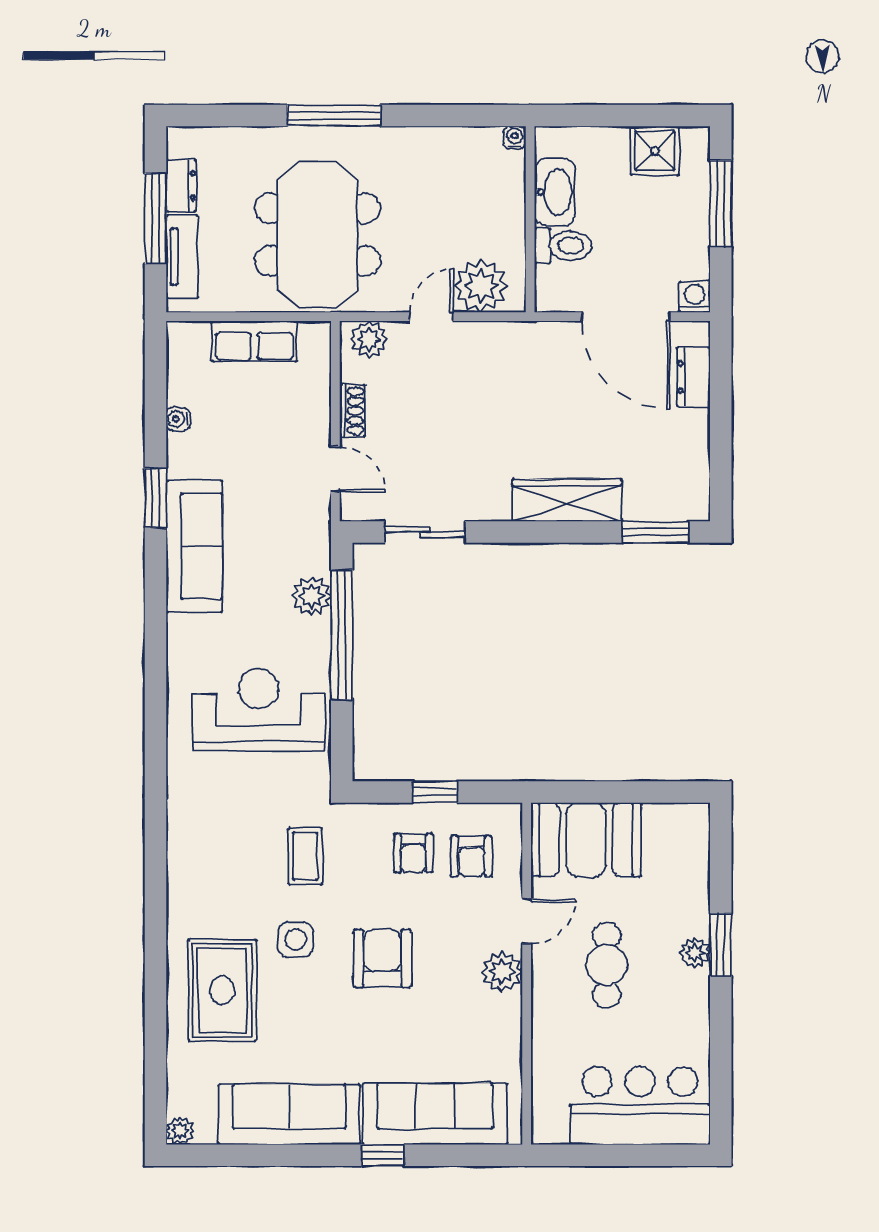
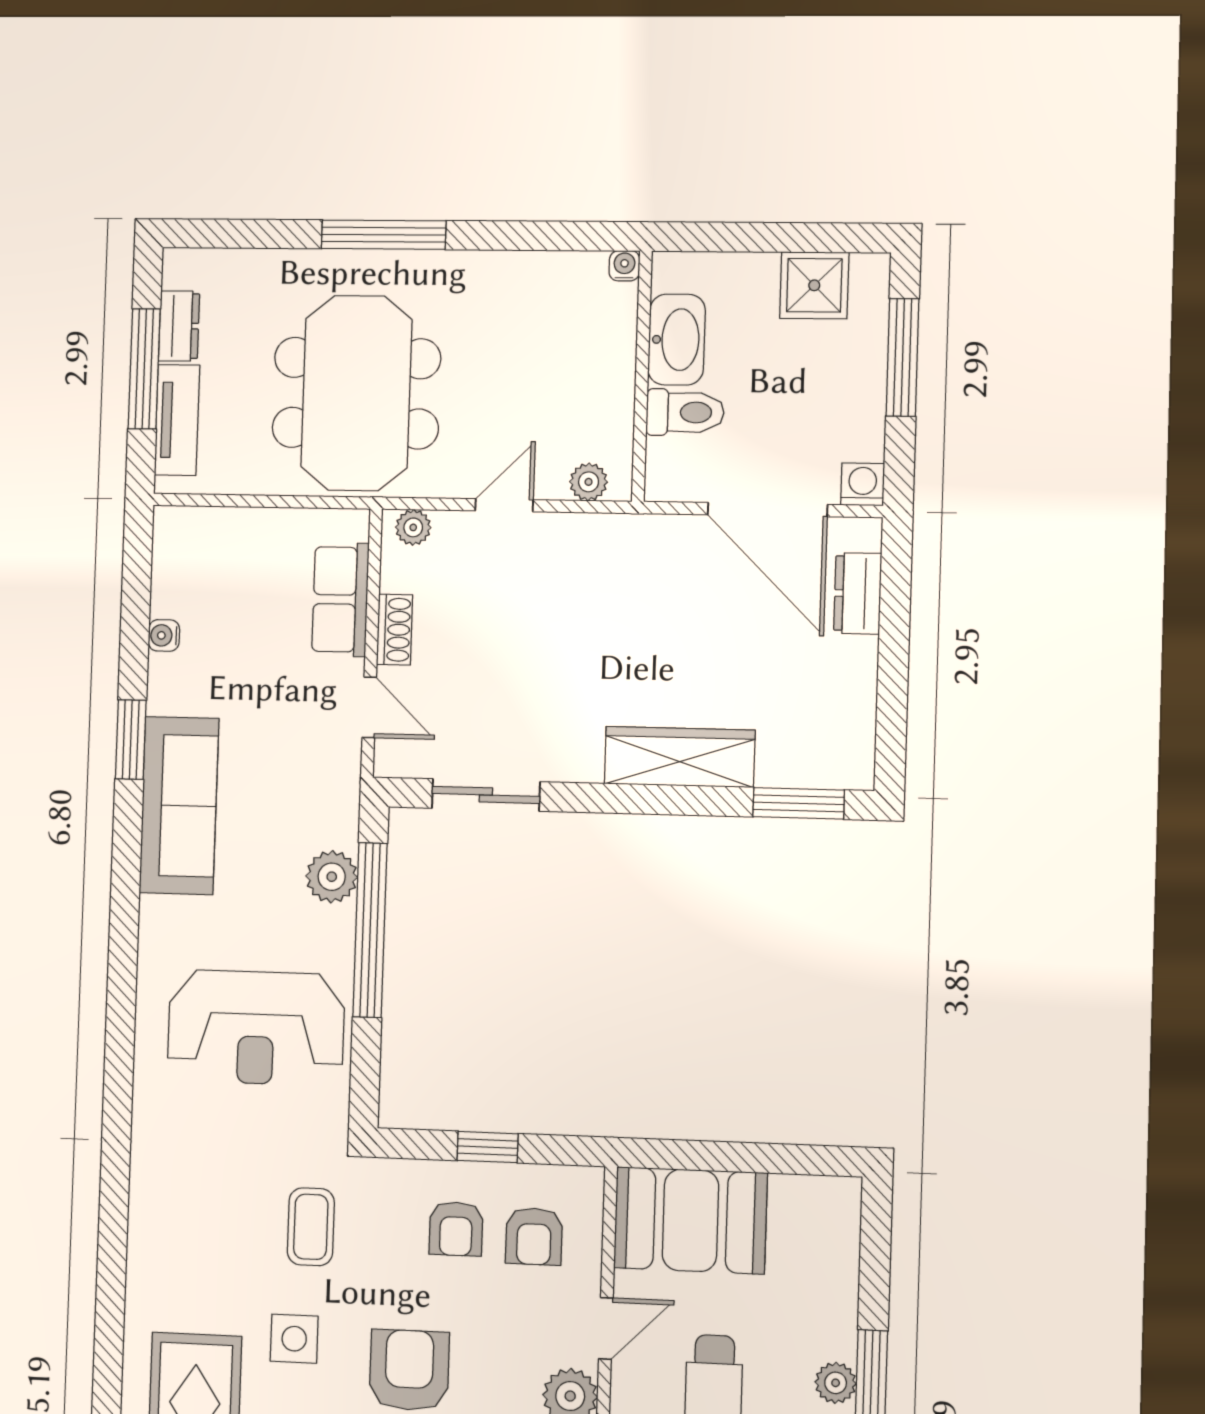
plant: (481, 286) -> (589, 482), width x0.53, depth x0.53
plant: (369, 339) -> (413, 527), width x0.73, depth x0.73
row of seats: (254, 341) -> (340, 600), moved, turned 90
reception desk: (259, 710) -> (256, 1028), turned 180

